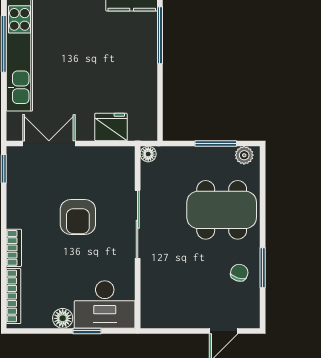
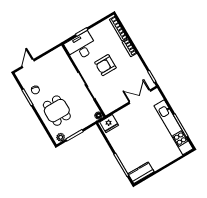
fridge: (111, 127) -> (109, 124), moved
double door: (49, 143) -> (140, 97), swing flipped
dining table: (222, 210) -> (57, 111), width x0.73
armchair: (78, 217) -> (105, 65), moved, turned -90
floor lamp: (63, 318) -> (94, 31), removed

